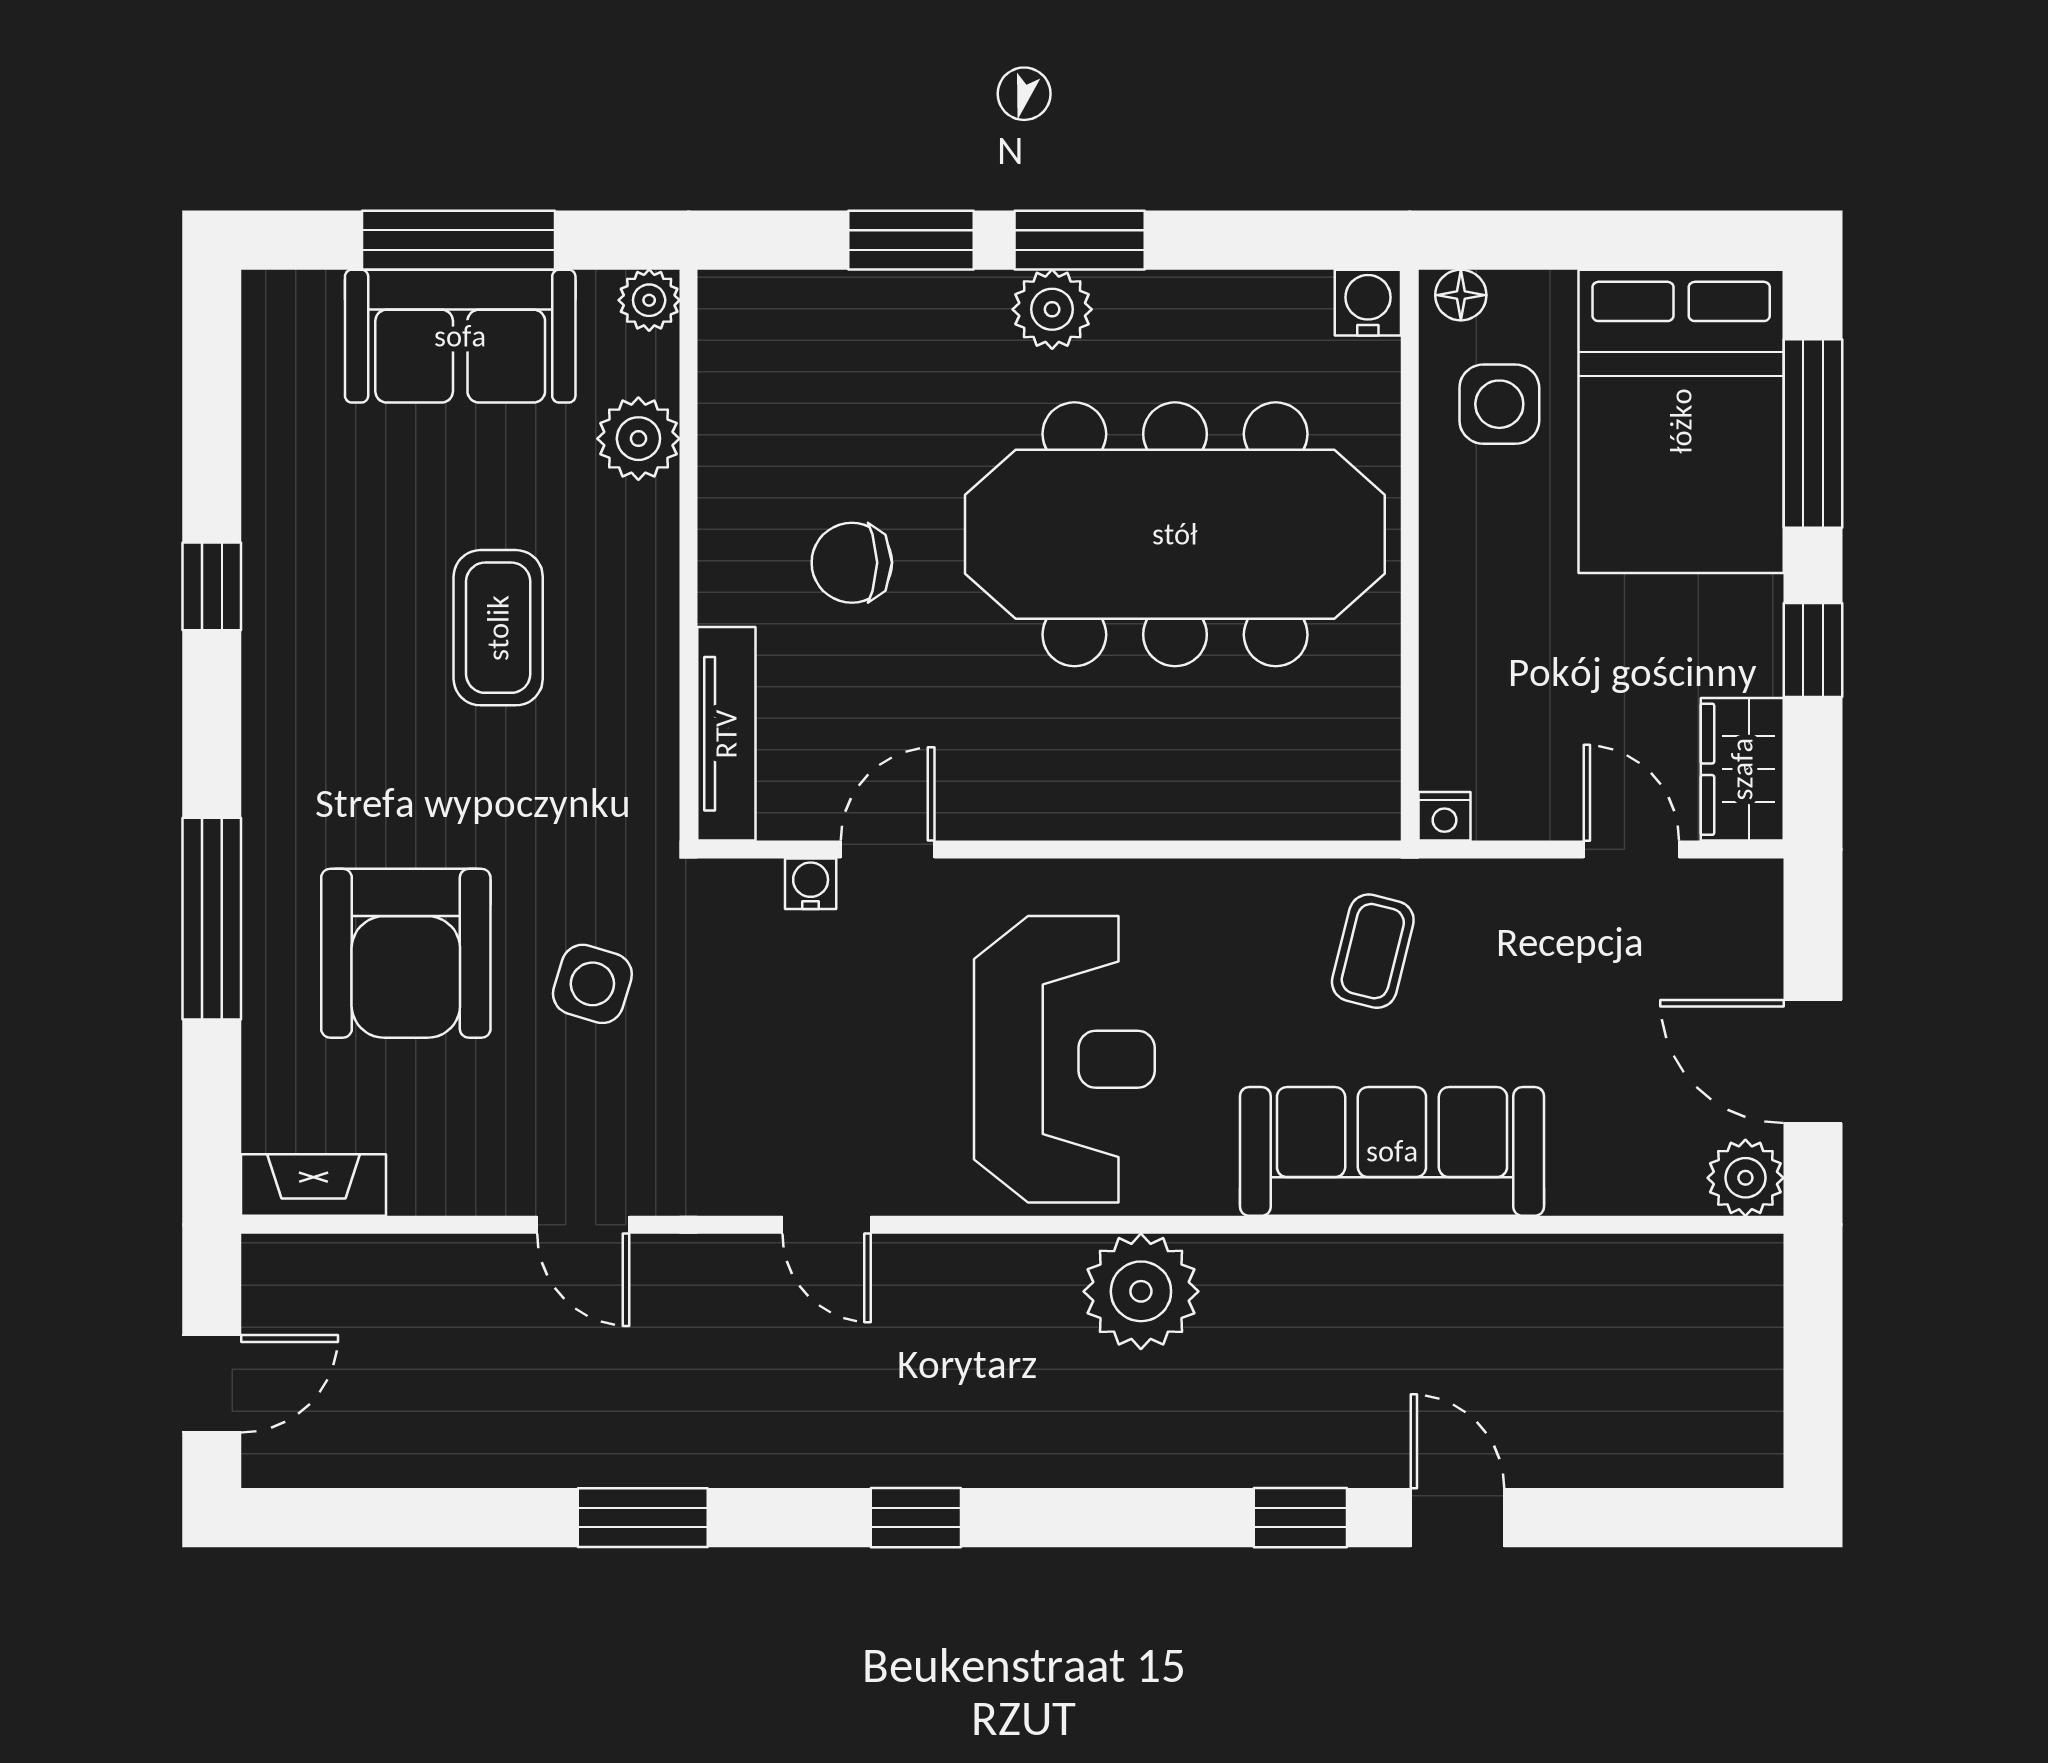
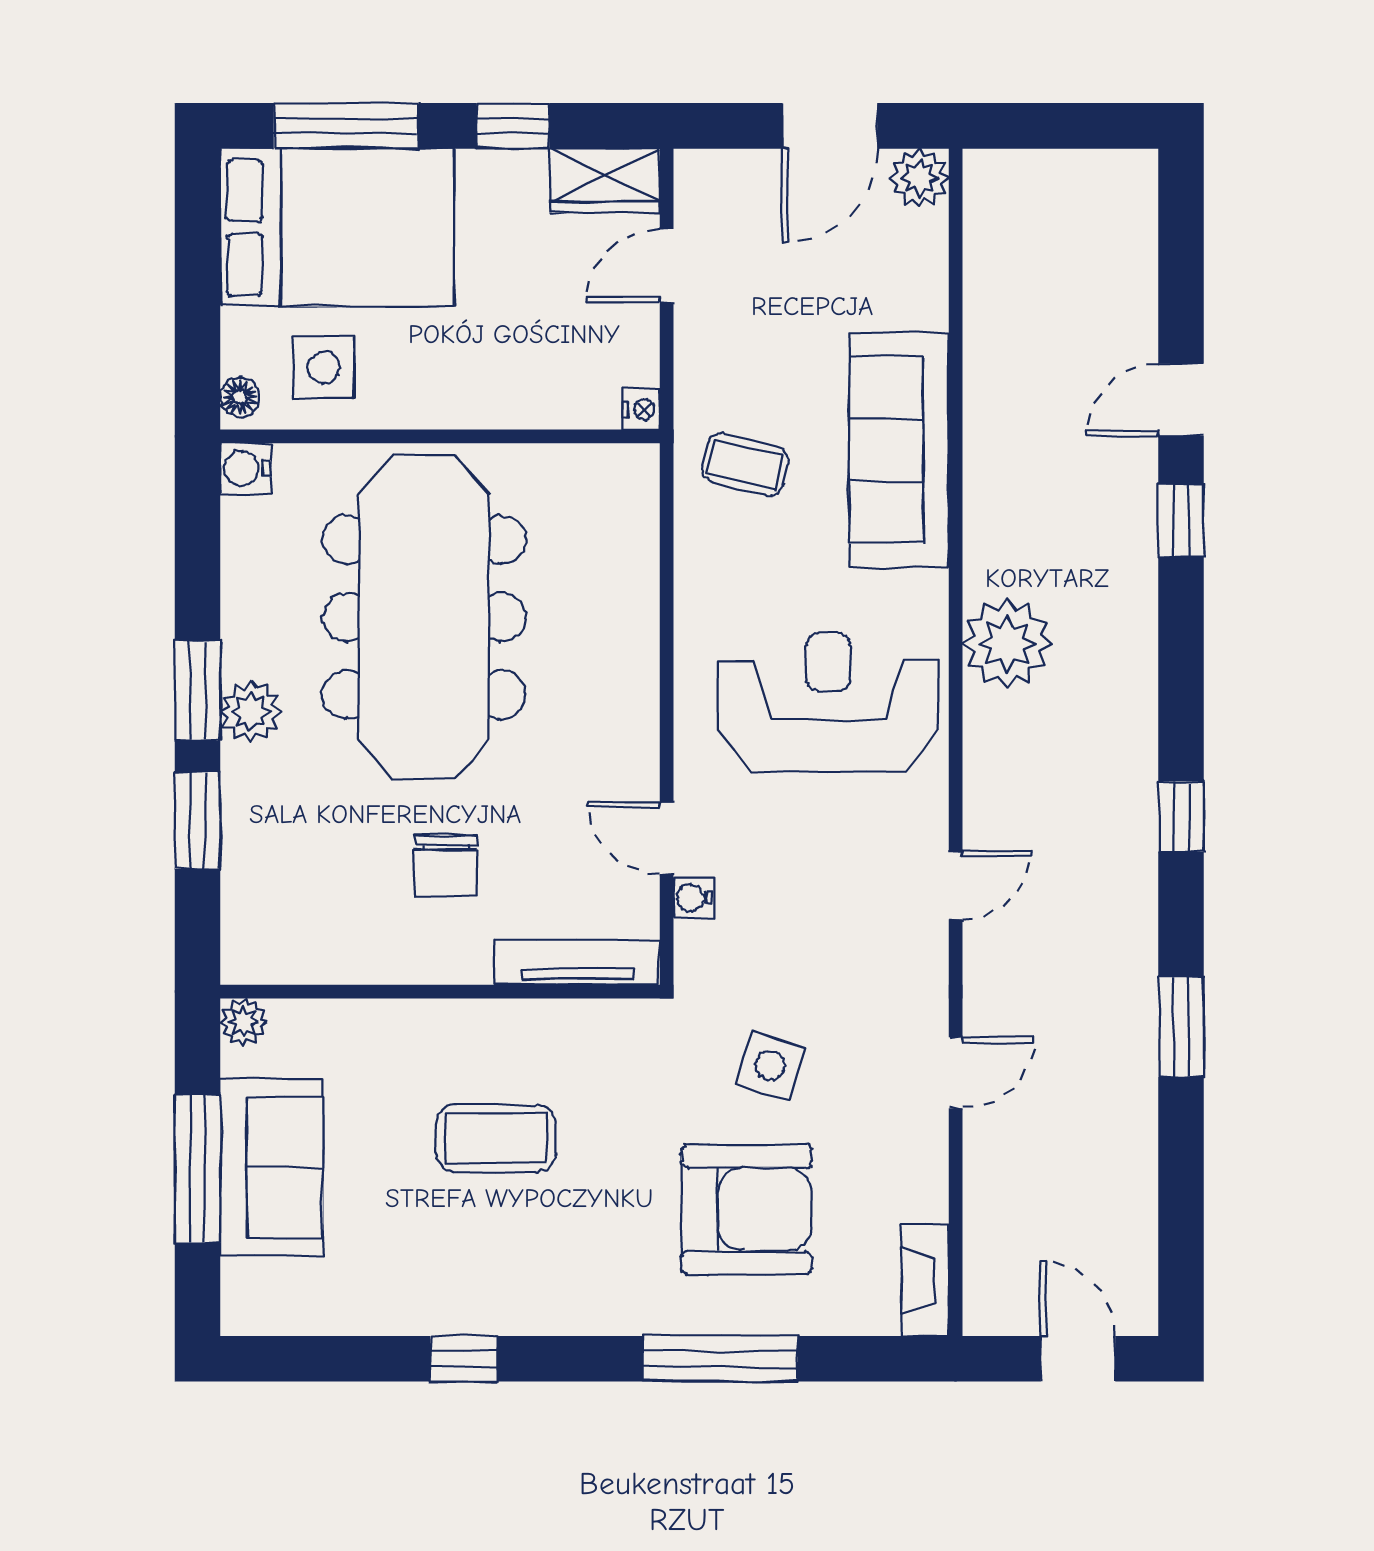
plant: (638, 439) -> (350, 1030), removed

